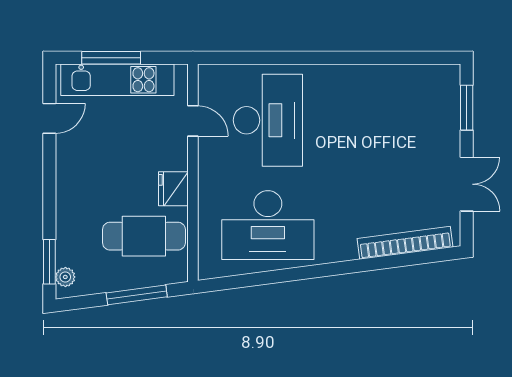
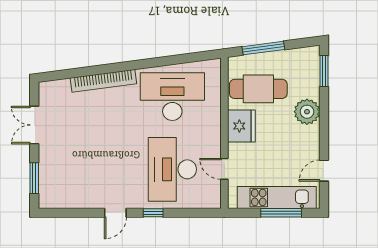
window: (296, 58) -> (153, 213), added
door: (350, 58) -> (115, 213), added
fridge: (173, 189) -> (241, 126), width x1.36, depth x1.34
bookcase: (405, 243) -> (103, 81), moved
plant: (65, 277) -> (307, 112), moved, width x1.87, depth x1.87

